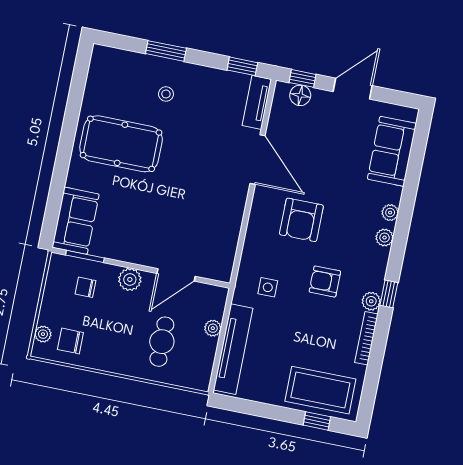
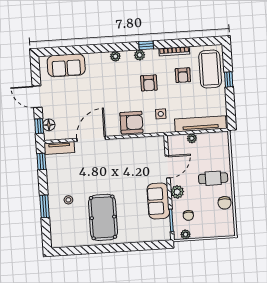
plant: (390, 213) -> (101, 57), removed
armchair: (301, 220) -> (131, 123), moved
sofa: (76, 221) -> (158, 201), moved, turned -90
door: (176, 275) -> (168, 167), hinge flipped
plant: (371, 301) -> (140, 55), moved
plant: (43, 334) -> (185, 234), moved
chair: (70, 341) -> (225, 203), moved
cafe table: (162, 342) -> (213, 178), moved
armchair: (322, 342) -> (183, 75), added
window: (317, 421) -> (229, 79), moved

